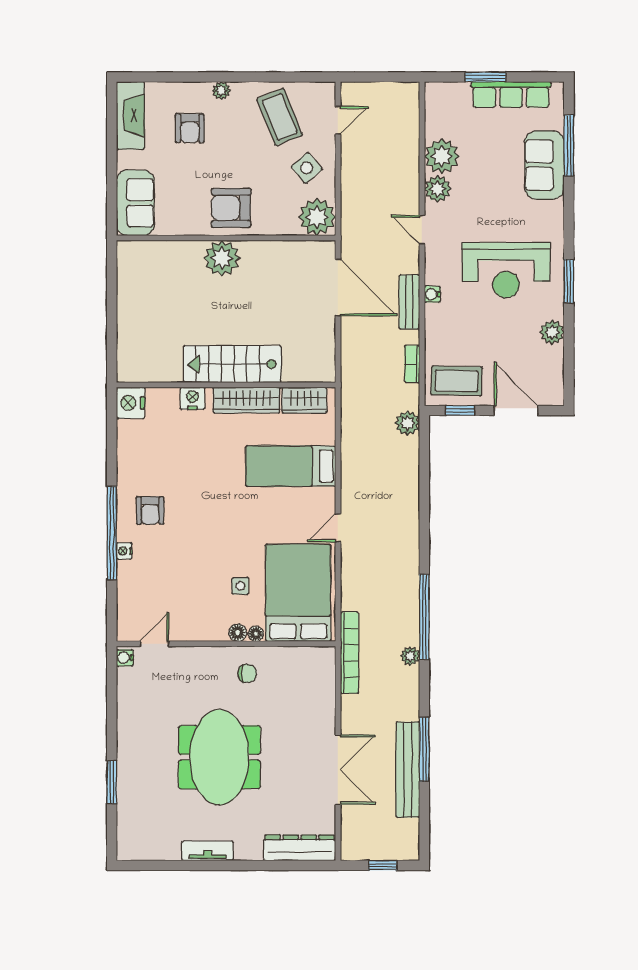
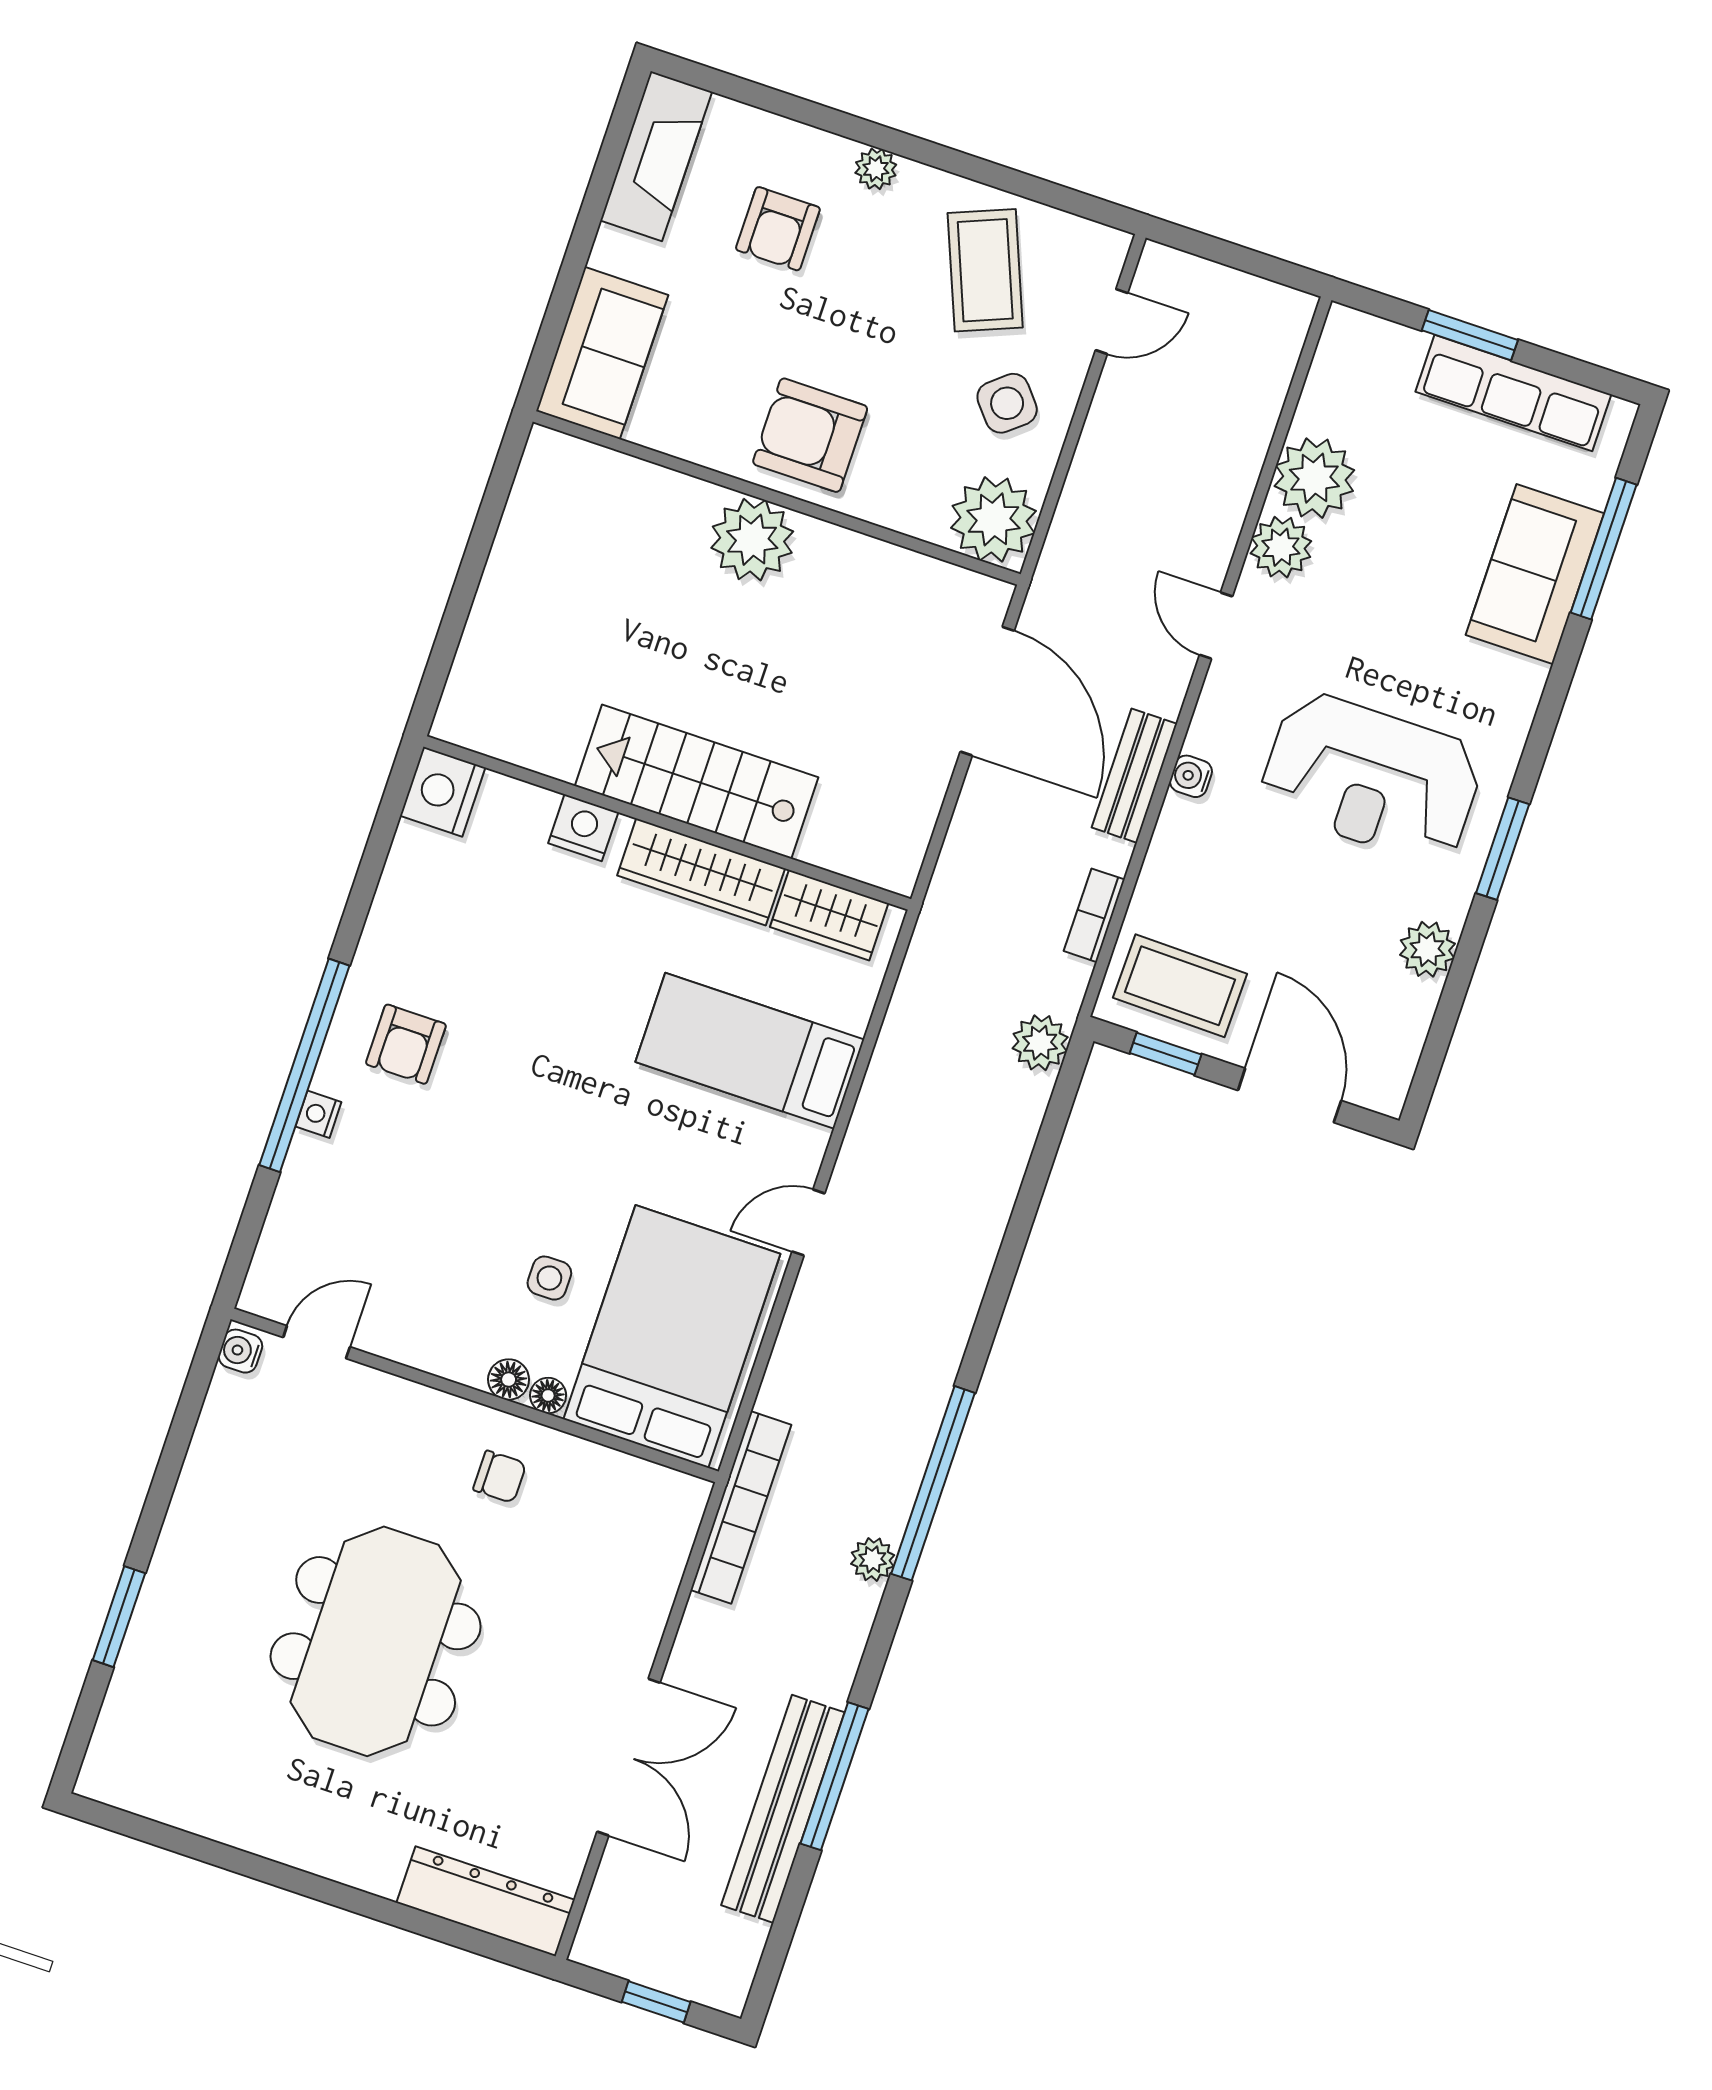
tv unit: (208, 851) -> (280, 1840), removed

